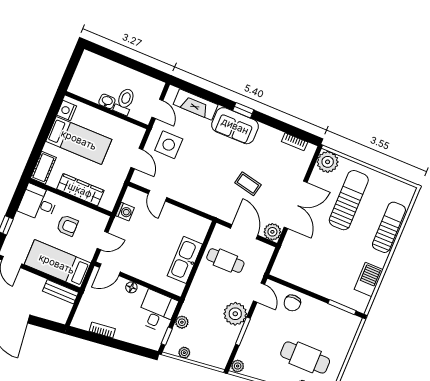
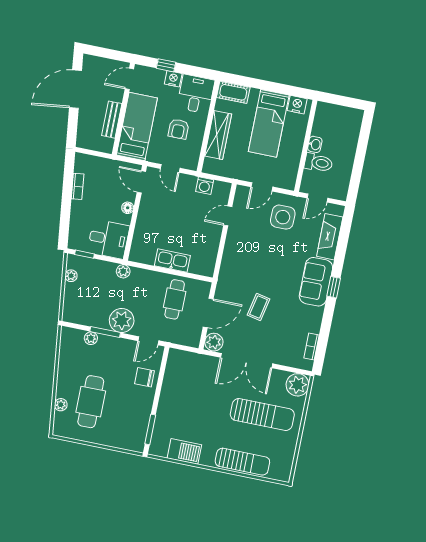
nightstand: (20, 221) -> (173, 79), added
kitchen sink: (185, 260) -> (172, 261), width x0.73, depth x0.81
bench: (60, 292) -> (112, 120), moved
plant: (182, 322) -> (123, 271), moved
plant: (238, 366) -> (91, 338), moved

